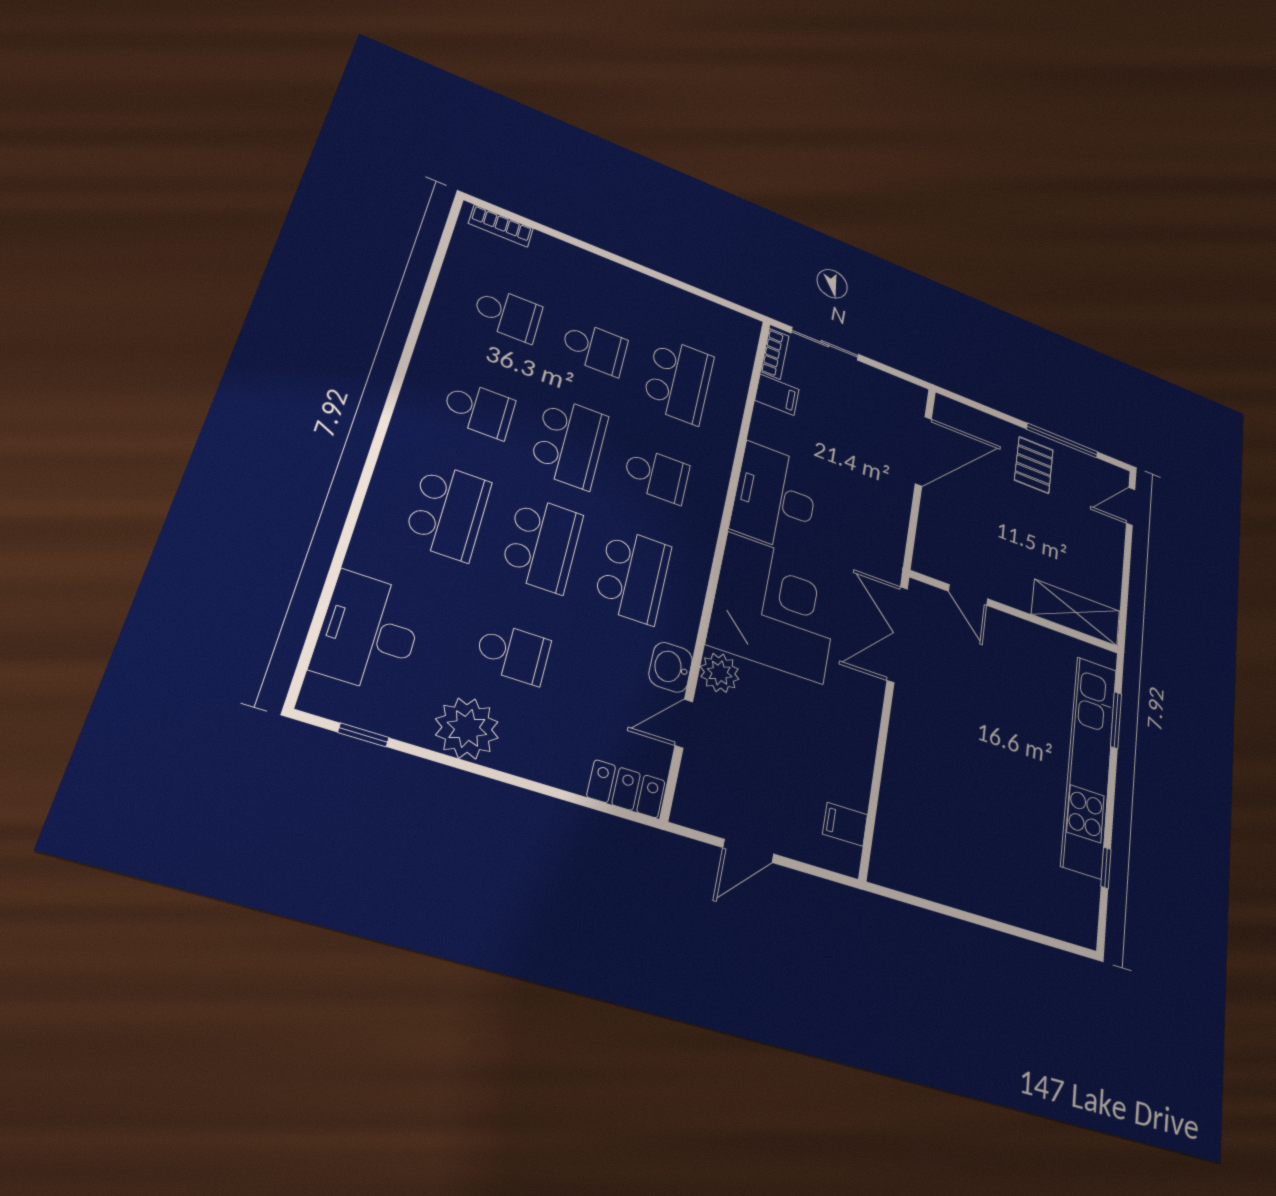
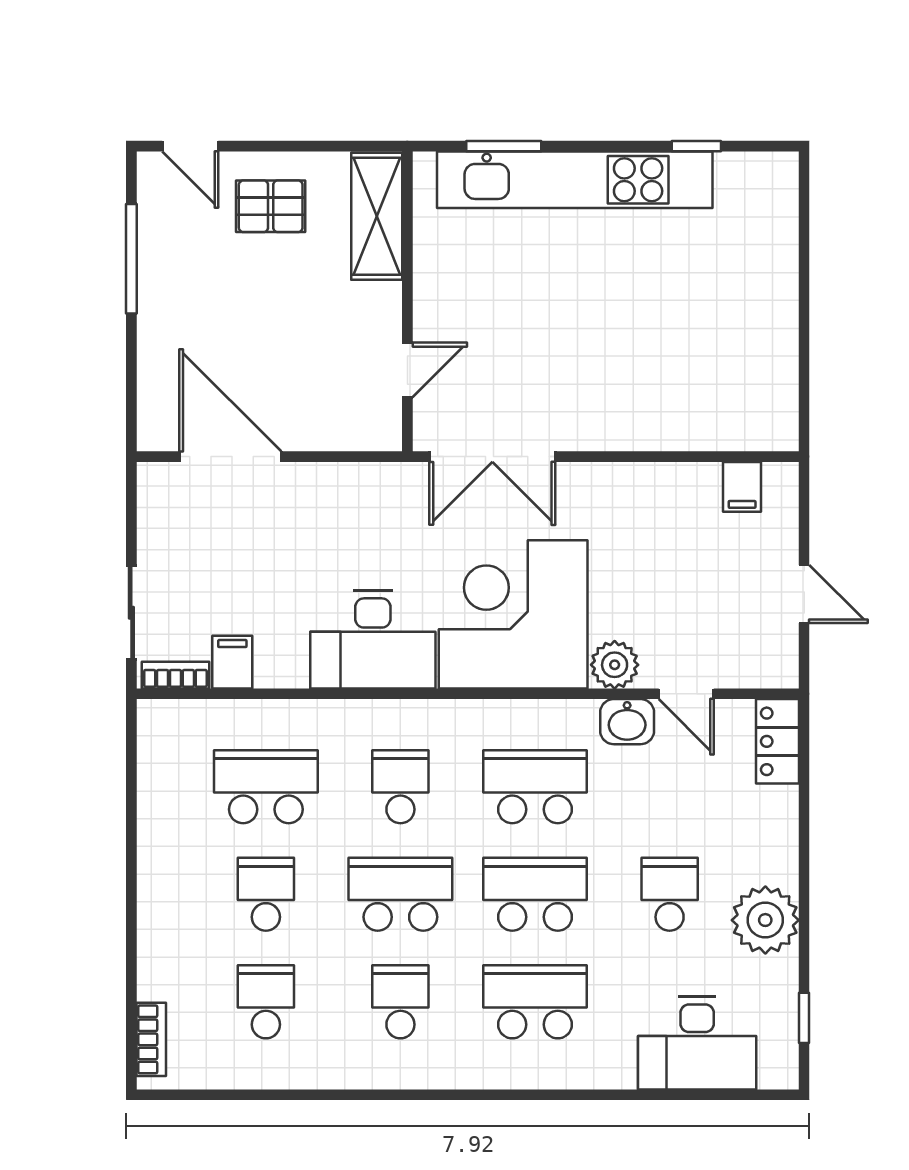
pallet: (1034, 465) -> (271, 206), moved

